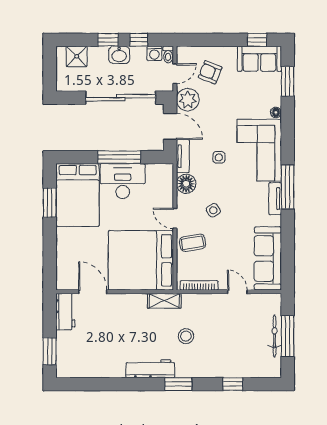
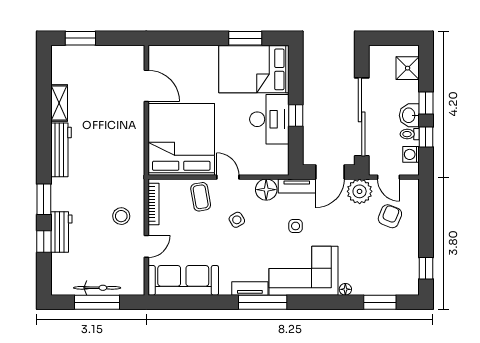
toilet: (168, 55) -> (410, 134), moved
sofa: (259, 59) -> (405, 271), removed
window: (119, 157) -> (296, 115), width x0.46
door: (175, 218) -> (228, 177), hinge flipped
door: (93, 292) -> (146, 86), hinge flipped
shelving: (164, 301) -> (59, 103), moved
workbench: (65, 312) -> (61, 232), moved, turned -90
stool: (186, 336) -> (121, 216), moved
window: (178, 384) -> (44, 199), moved

